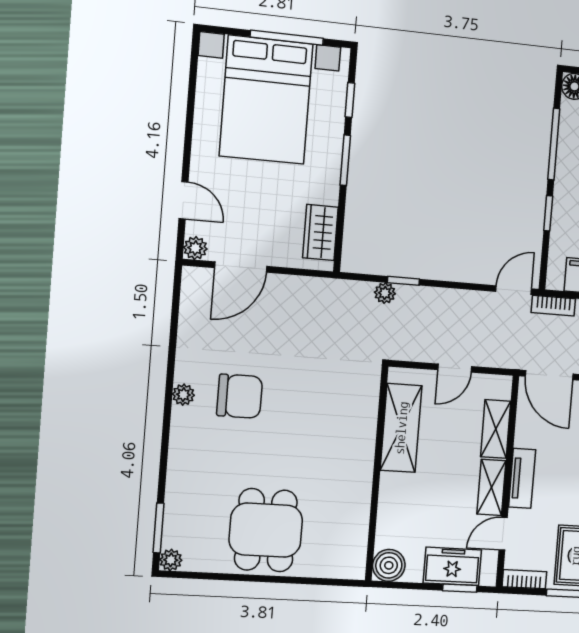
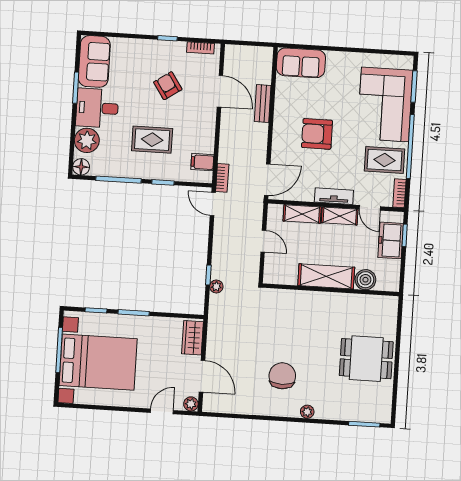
wardrobe: (320, 232) -> (192, 338), moved, turned 90
plant: (183, 395) -> (307, 412), moved
shelving: (401, 428) -> (326, 276), moved
plant: (171, 560) -> (384, 416), removed
boiler: (389, 565) -> (365, 280), moved

